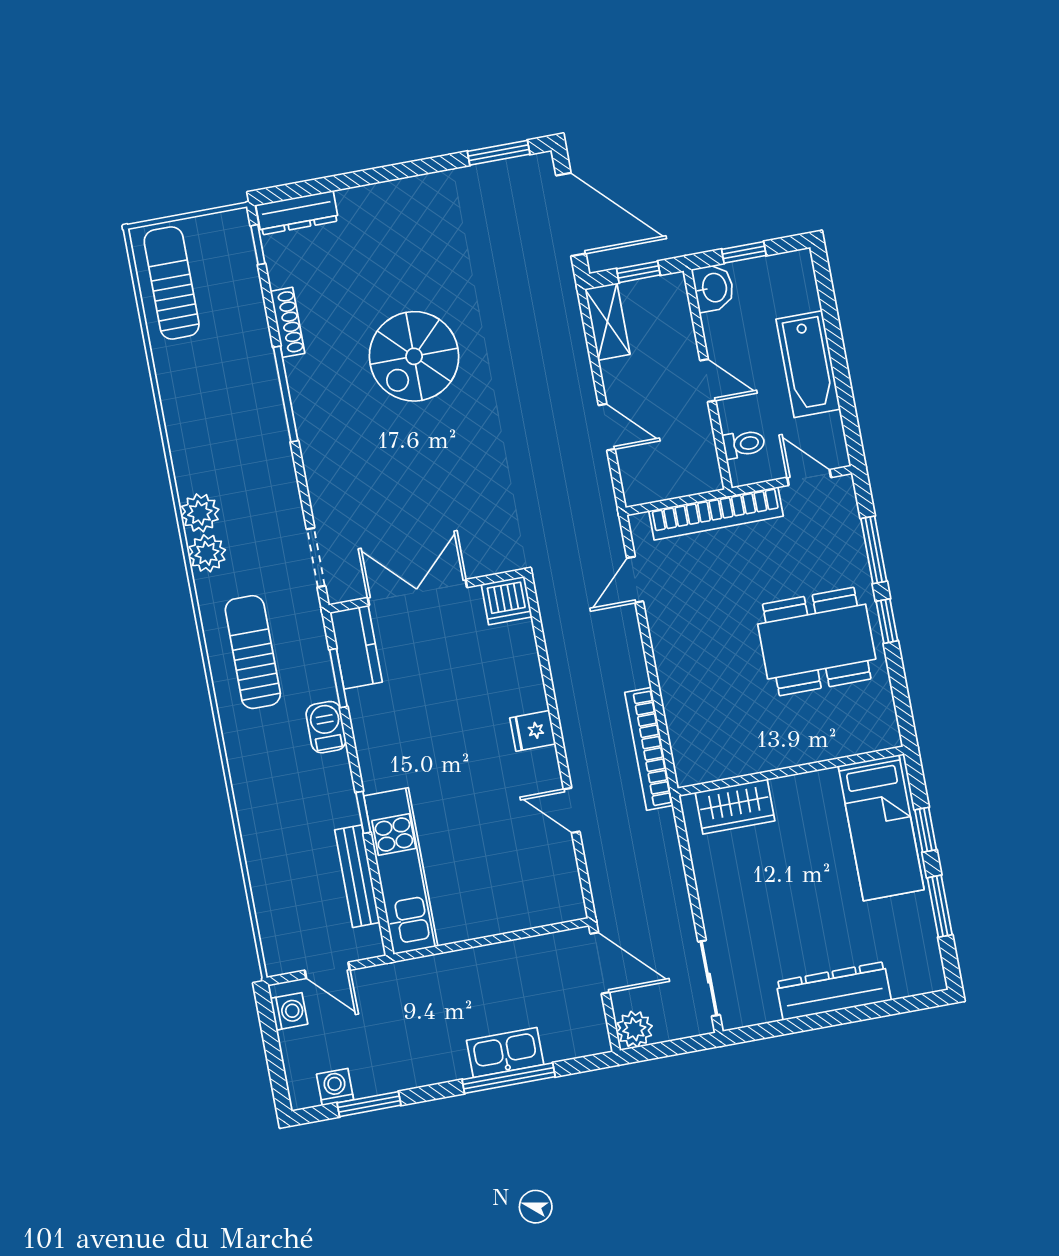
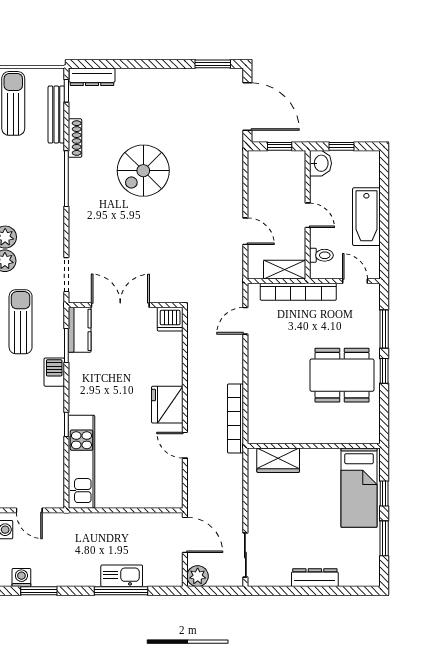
shelving: (607, 322) -> (285, 270), moved, turned 90
fridge: (533, 731) -> (167, 405), width x1.88, depth x1.34
bench: (357, 876) -> (56, 114), moved
dresser: (834, 991) -> (315, 578), width x0.73, depth x0.80

